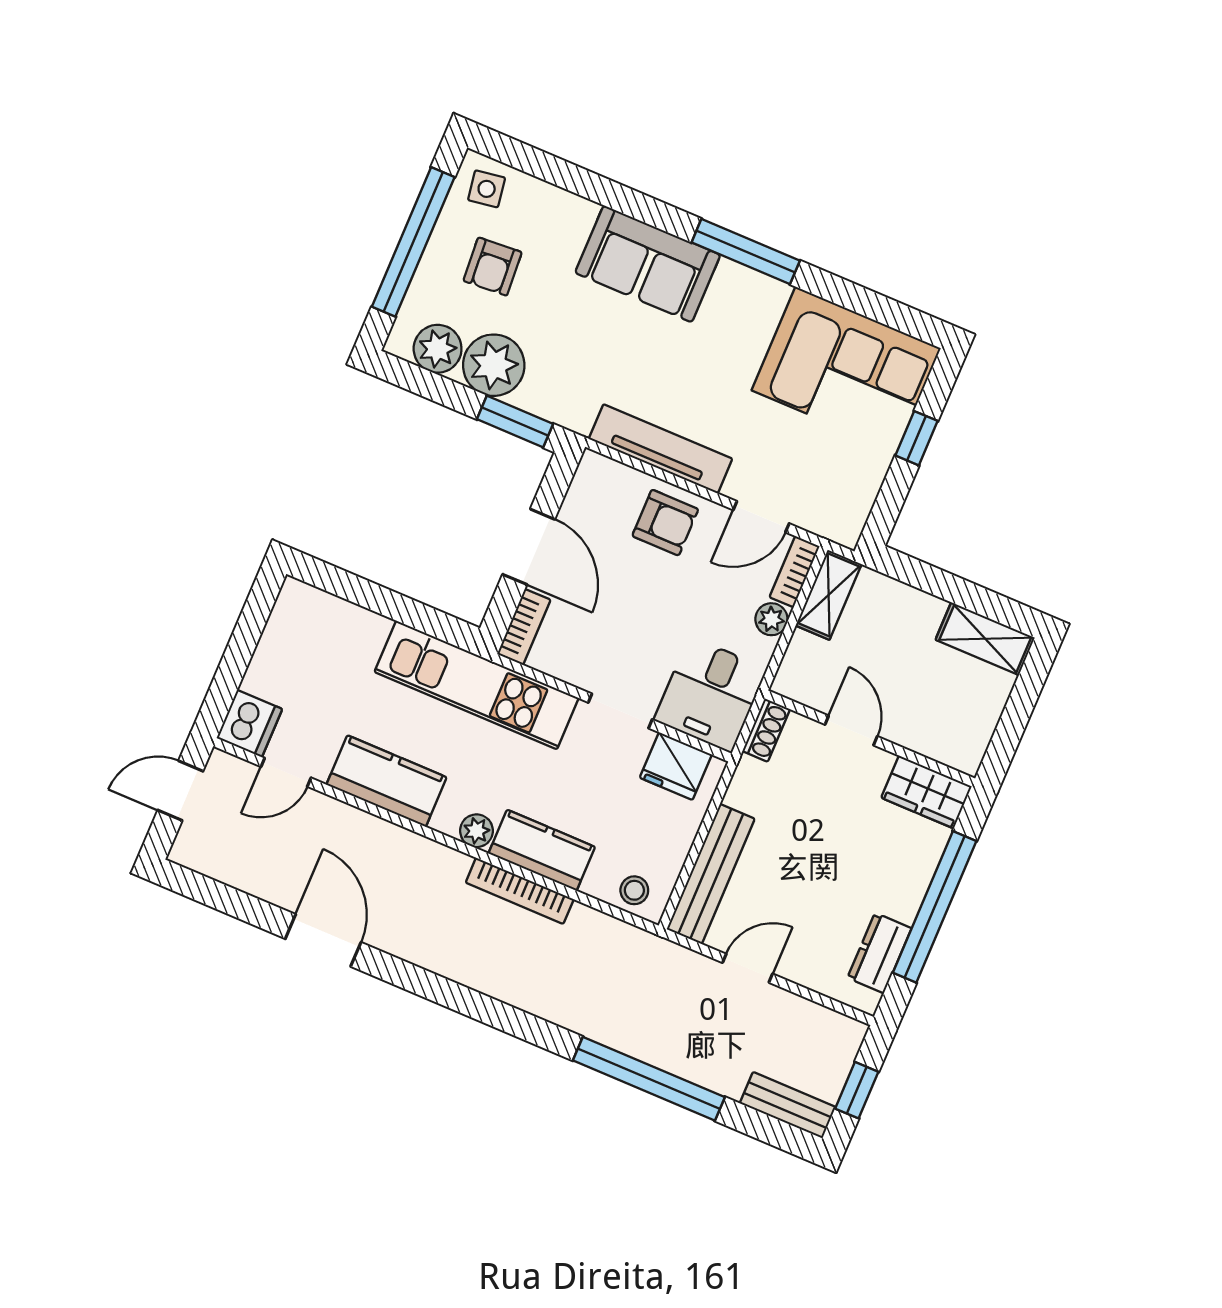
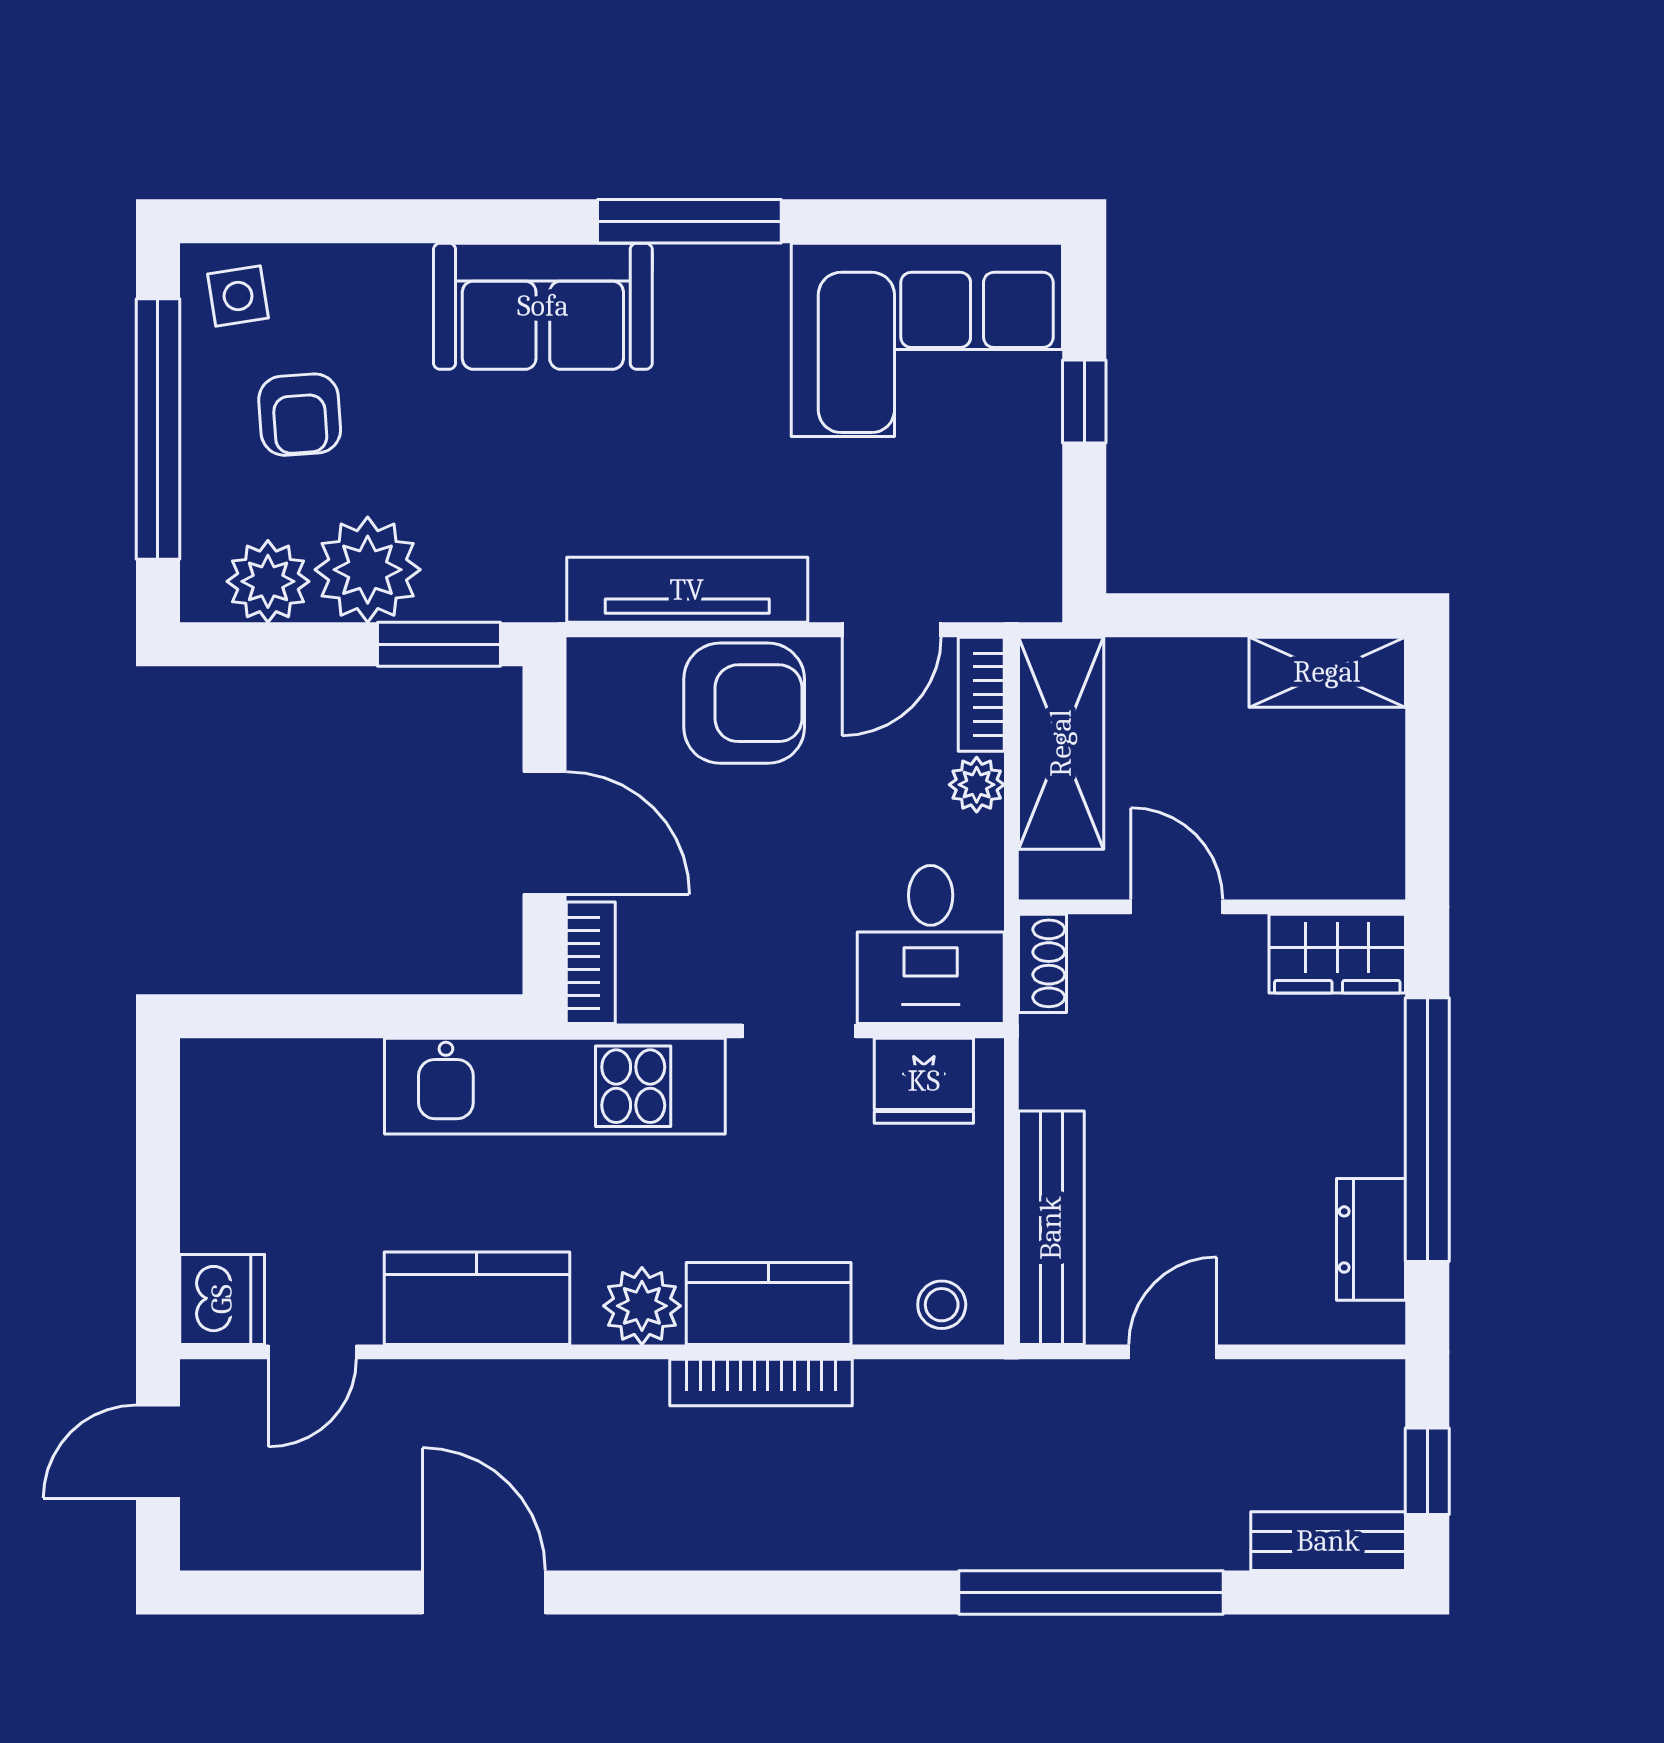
armchair: (665, 523) -> (744, 703), width x1.38, depth x1.38
shelving: (829, 595) -> (1061, 743), width x1.50, depth x1.33
plant: (476, 831) -> (642, 1306), width x1.38, depth x1.38

